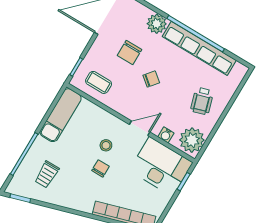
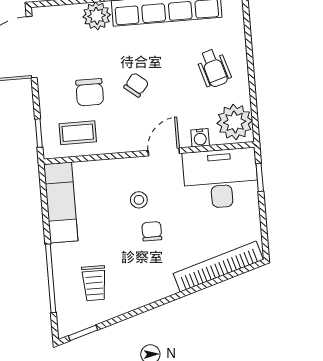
chair: (129, 53) -> (90, 92), moved

